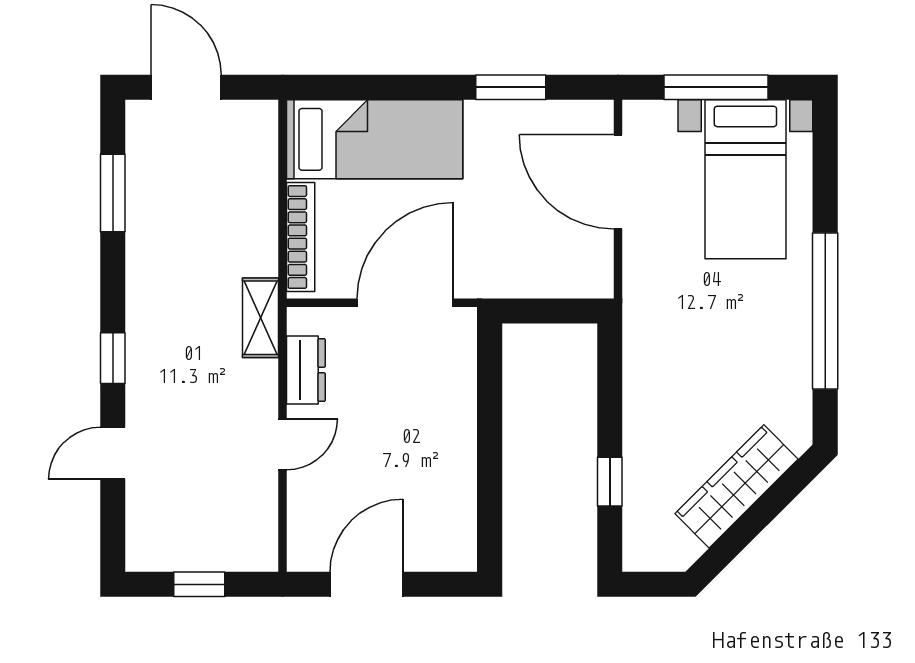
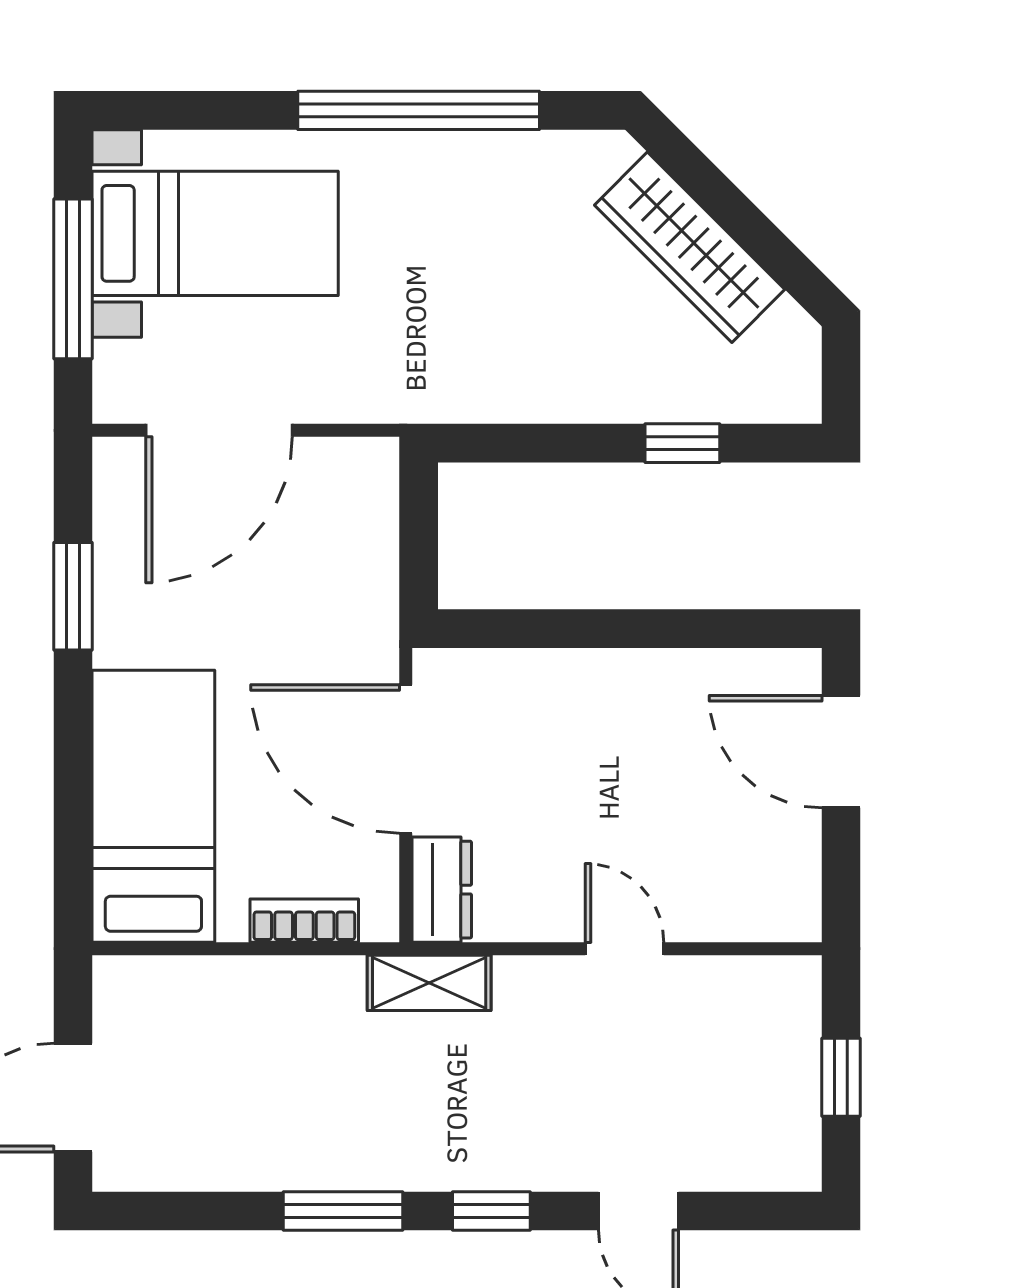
window: (113, 193) -> (343, 1211), moved
bookcase: (301, 237) -> (304, 921), width x0.64
dresser: (306, 370) -> (442, 890), moved, turned 90
door: (366, 584) -> (841, 752), moved

